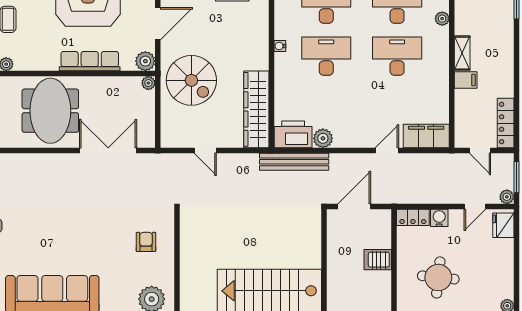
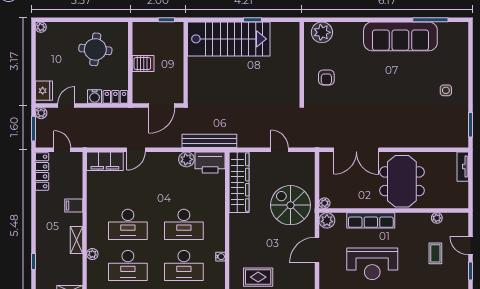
water cooler: (280, 46) -> (220, 257), moved
shelving: (462, 53) -> (76, 240), moved

